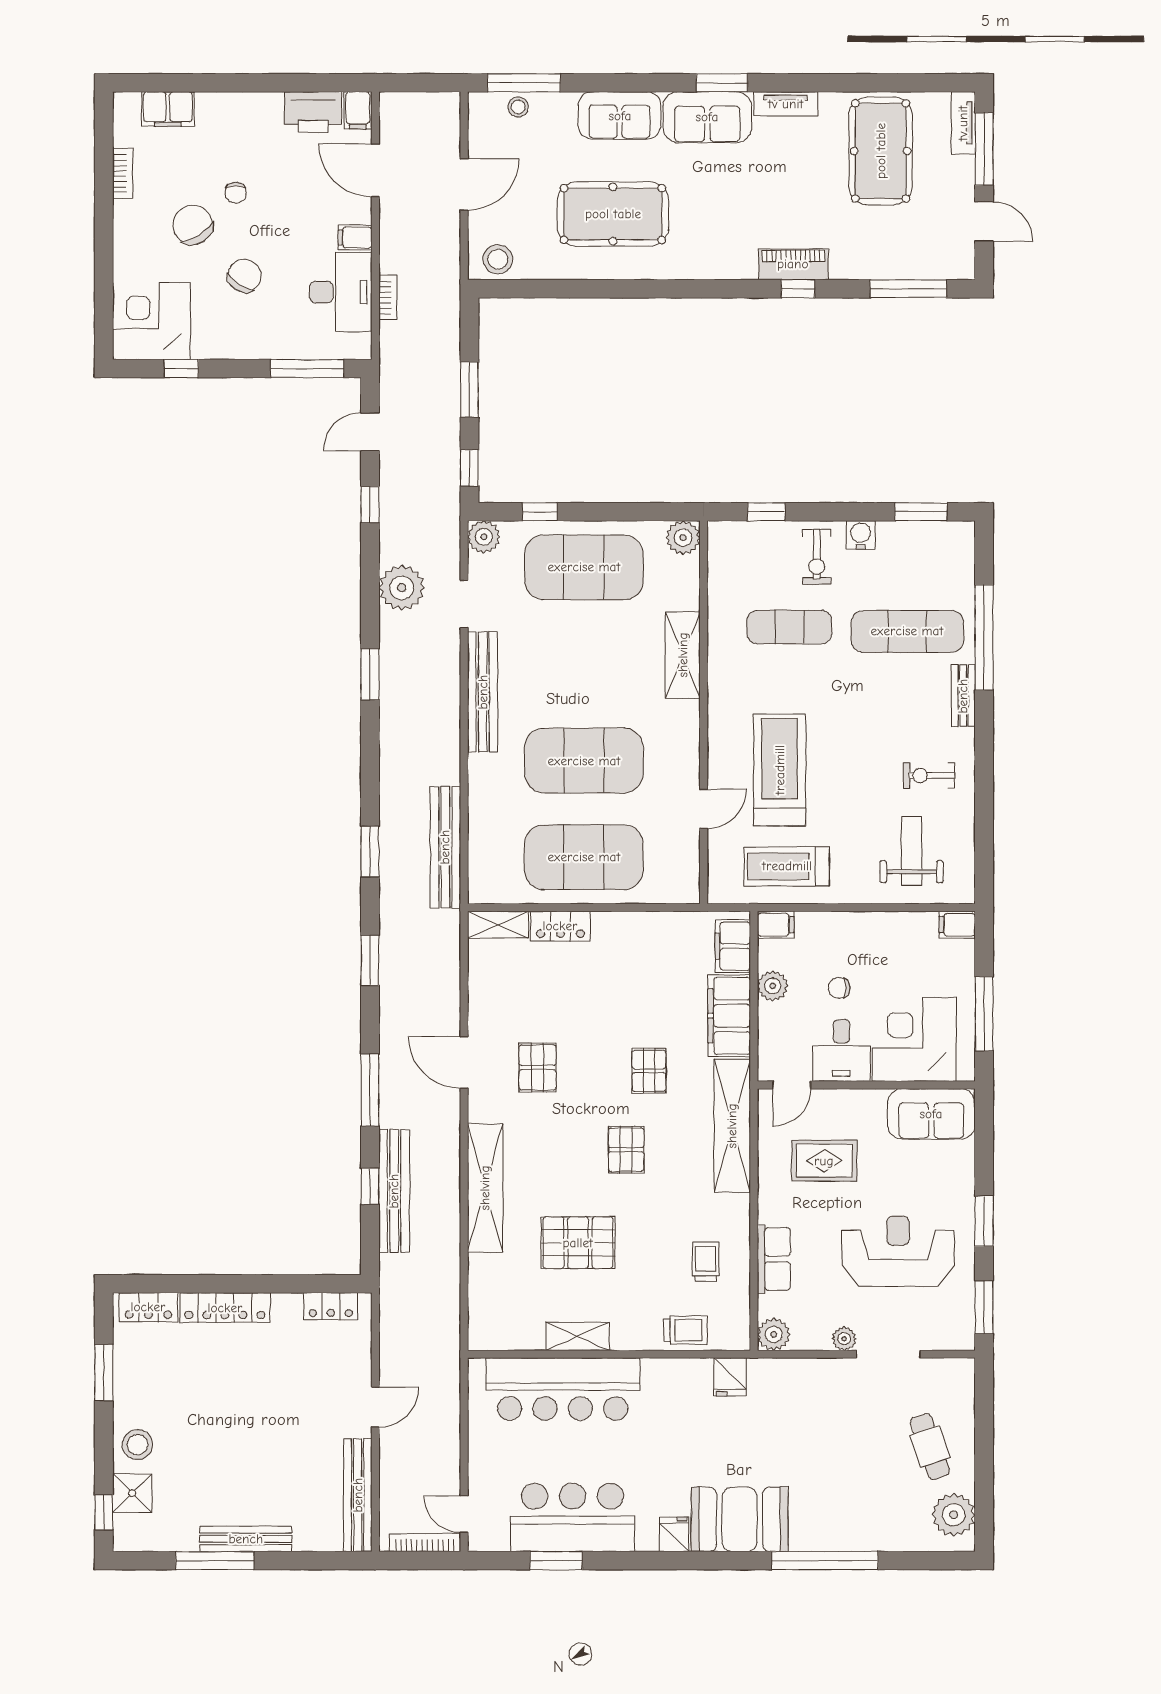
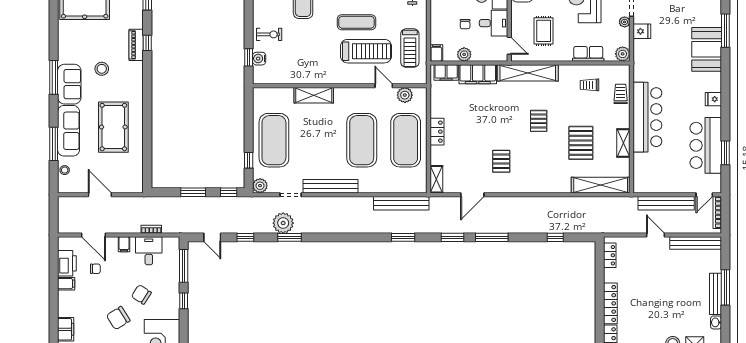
window: (524, 83) -> (54, 144), moved
window: (722, 83) -> (54, 77), width x1.44
tv unit: (786, 104) -> (63, 48), removed
filing cabinet: (358, 110) -> (66, 284), moved
sofa: (620, 116) -> (69, 131), width x1.36
door: (375, 170) -> (93, 235), hinge flipped
chair: (236, 193) -> (95, 269), moved
stool: (498, 259) -> (102, 69), moved
desk: (341, 292) -> (149, 251), width x0.73
window: (181, 369) -> (184, 301), moved
water cooler: (861, 535) -> (259, 59), moved
plant: (683, 538) -> (405, 95), moved
exercise mat: (789, 627) -> (356, 22), moved, turned 90
window: (370, 674) -> (290, 237), moved
treadmill: (780, 770) -> (366, 51), turned 180
locker: (560, 926) -> (437, 132), moved
door: (464, 1062) -> (472, 195), moved
pallet: (538, 1067) -> (501, 161), turned 90
pallet: (649, 1071) -> (503, 111), removed
window: (370, 1090) -> (492, 237), moved
pallet: (626, 1150) -> (539, 121), turned 90
shelving: (485, 1188) -> (601, 185), moved
bench: (394, 1191) -> (666, 203), moved
fridge: (730, 1377) -> (642, 31), moved
bar counter: (563, 1389) -> (647, 117), moved
booth: (740, 1519) -> (707, 49), moved
washbasin: (183, 1540) -> (716, 322), added
window: (215, 1561) -> (725, 287), moved
window: (825, 1561) -> (725, 31), width x0.68

